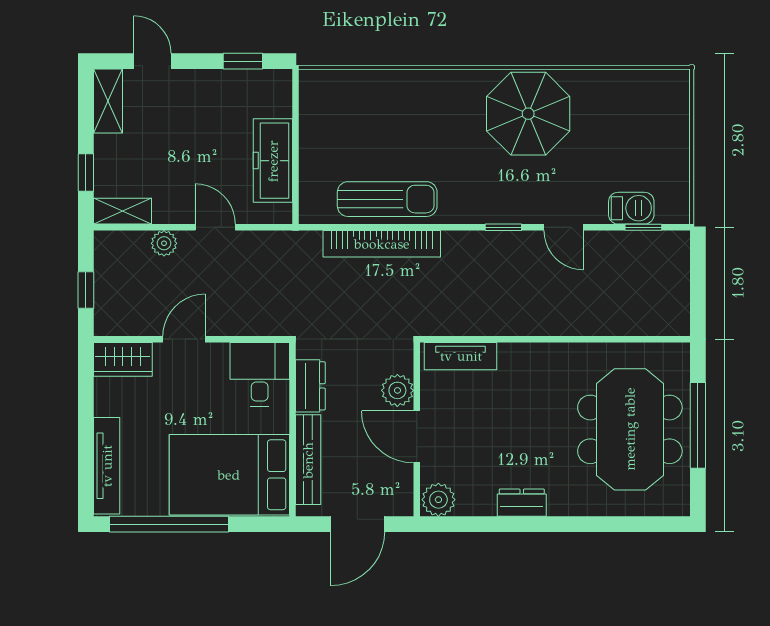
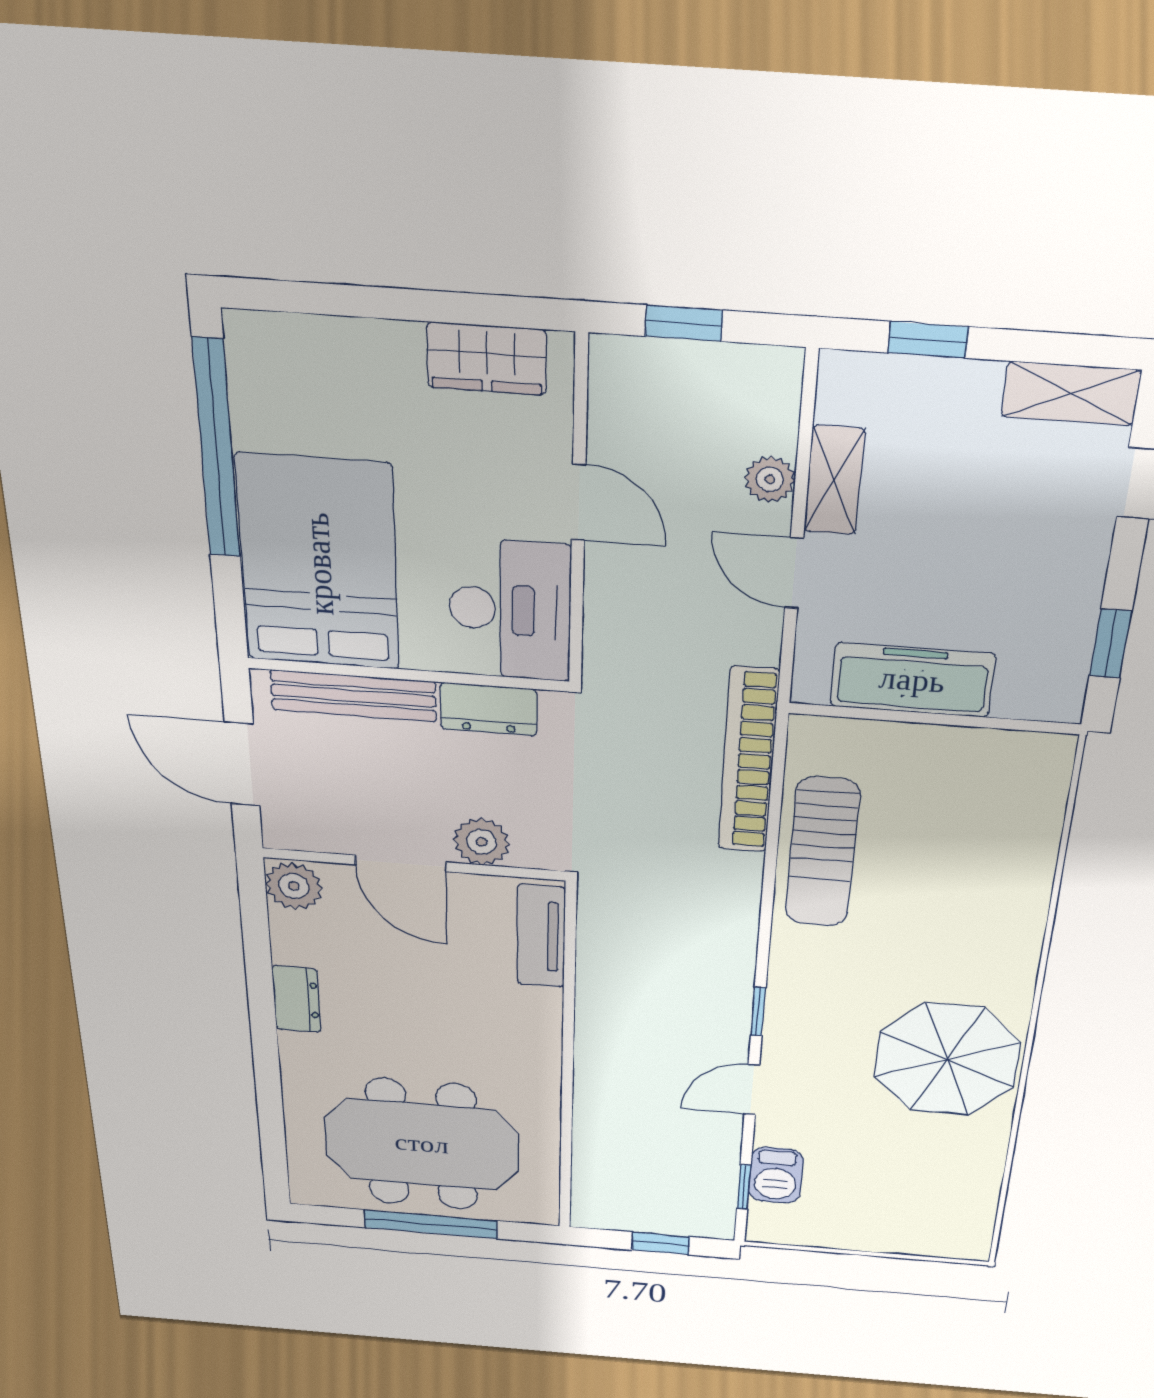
shelving: (123, 211) -> (834, 480), moved
door: (215, 227) -> (794, 573), swing flipped
bookcase: (382, 244) -> (748, 761), moved
window: (698, 277) -> (661, 1243), added
wardrobe: (123, 359) -> (487, 359), moved, turned -90
desk: (260, 374) -> (510, 610), width x1.37
door: (417, 437) -> (401, 863), swing flipped
tv unit: (107, 466) -> (324, 340), removed

